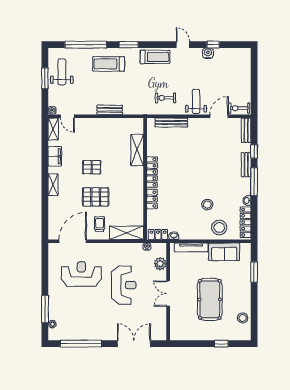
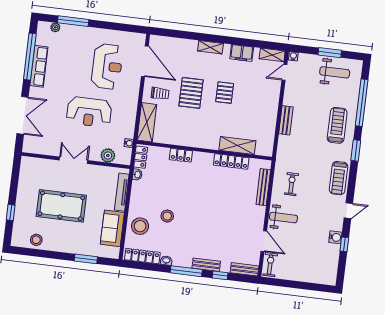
locker: (152, 172) -> (231, 161), moved
row of seats: (89, 334) -> (39, 66), added

